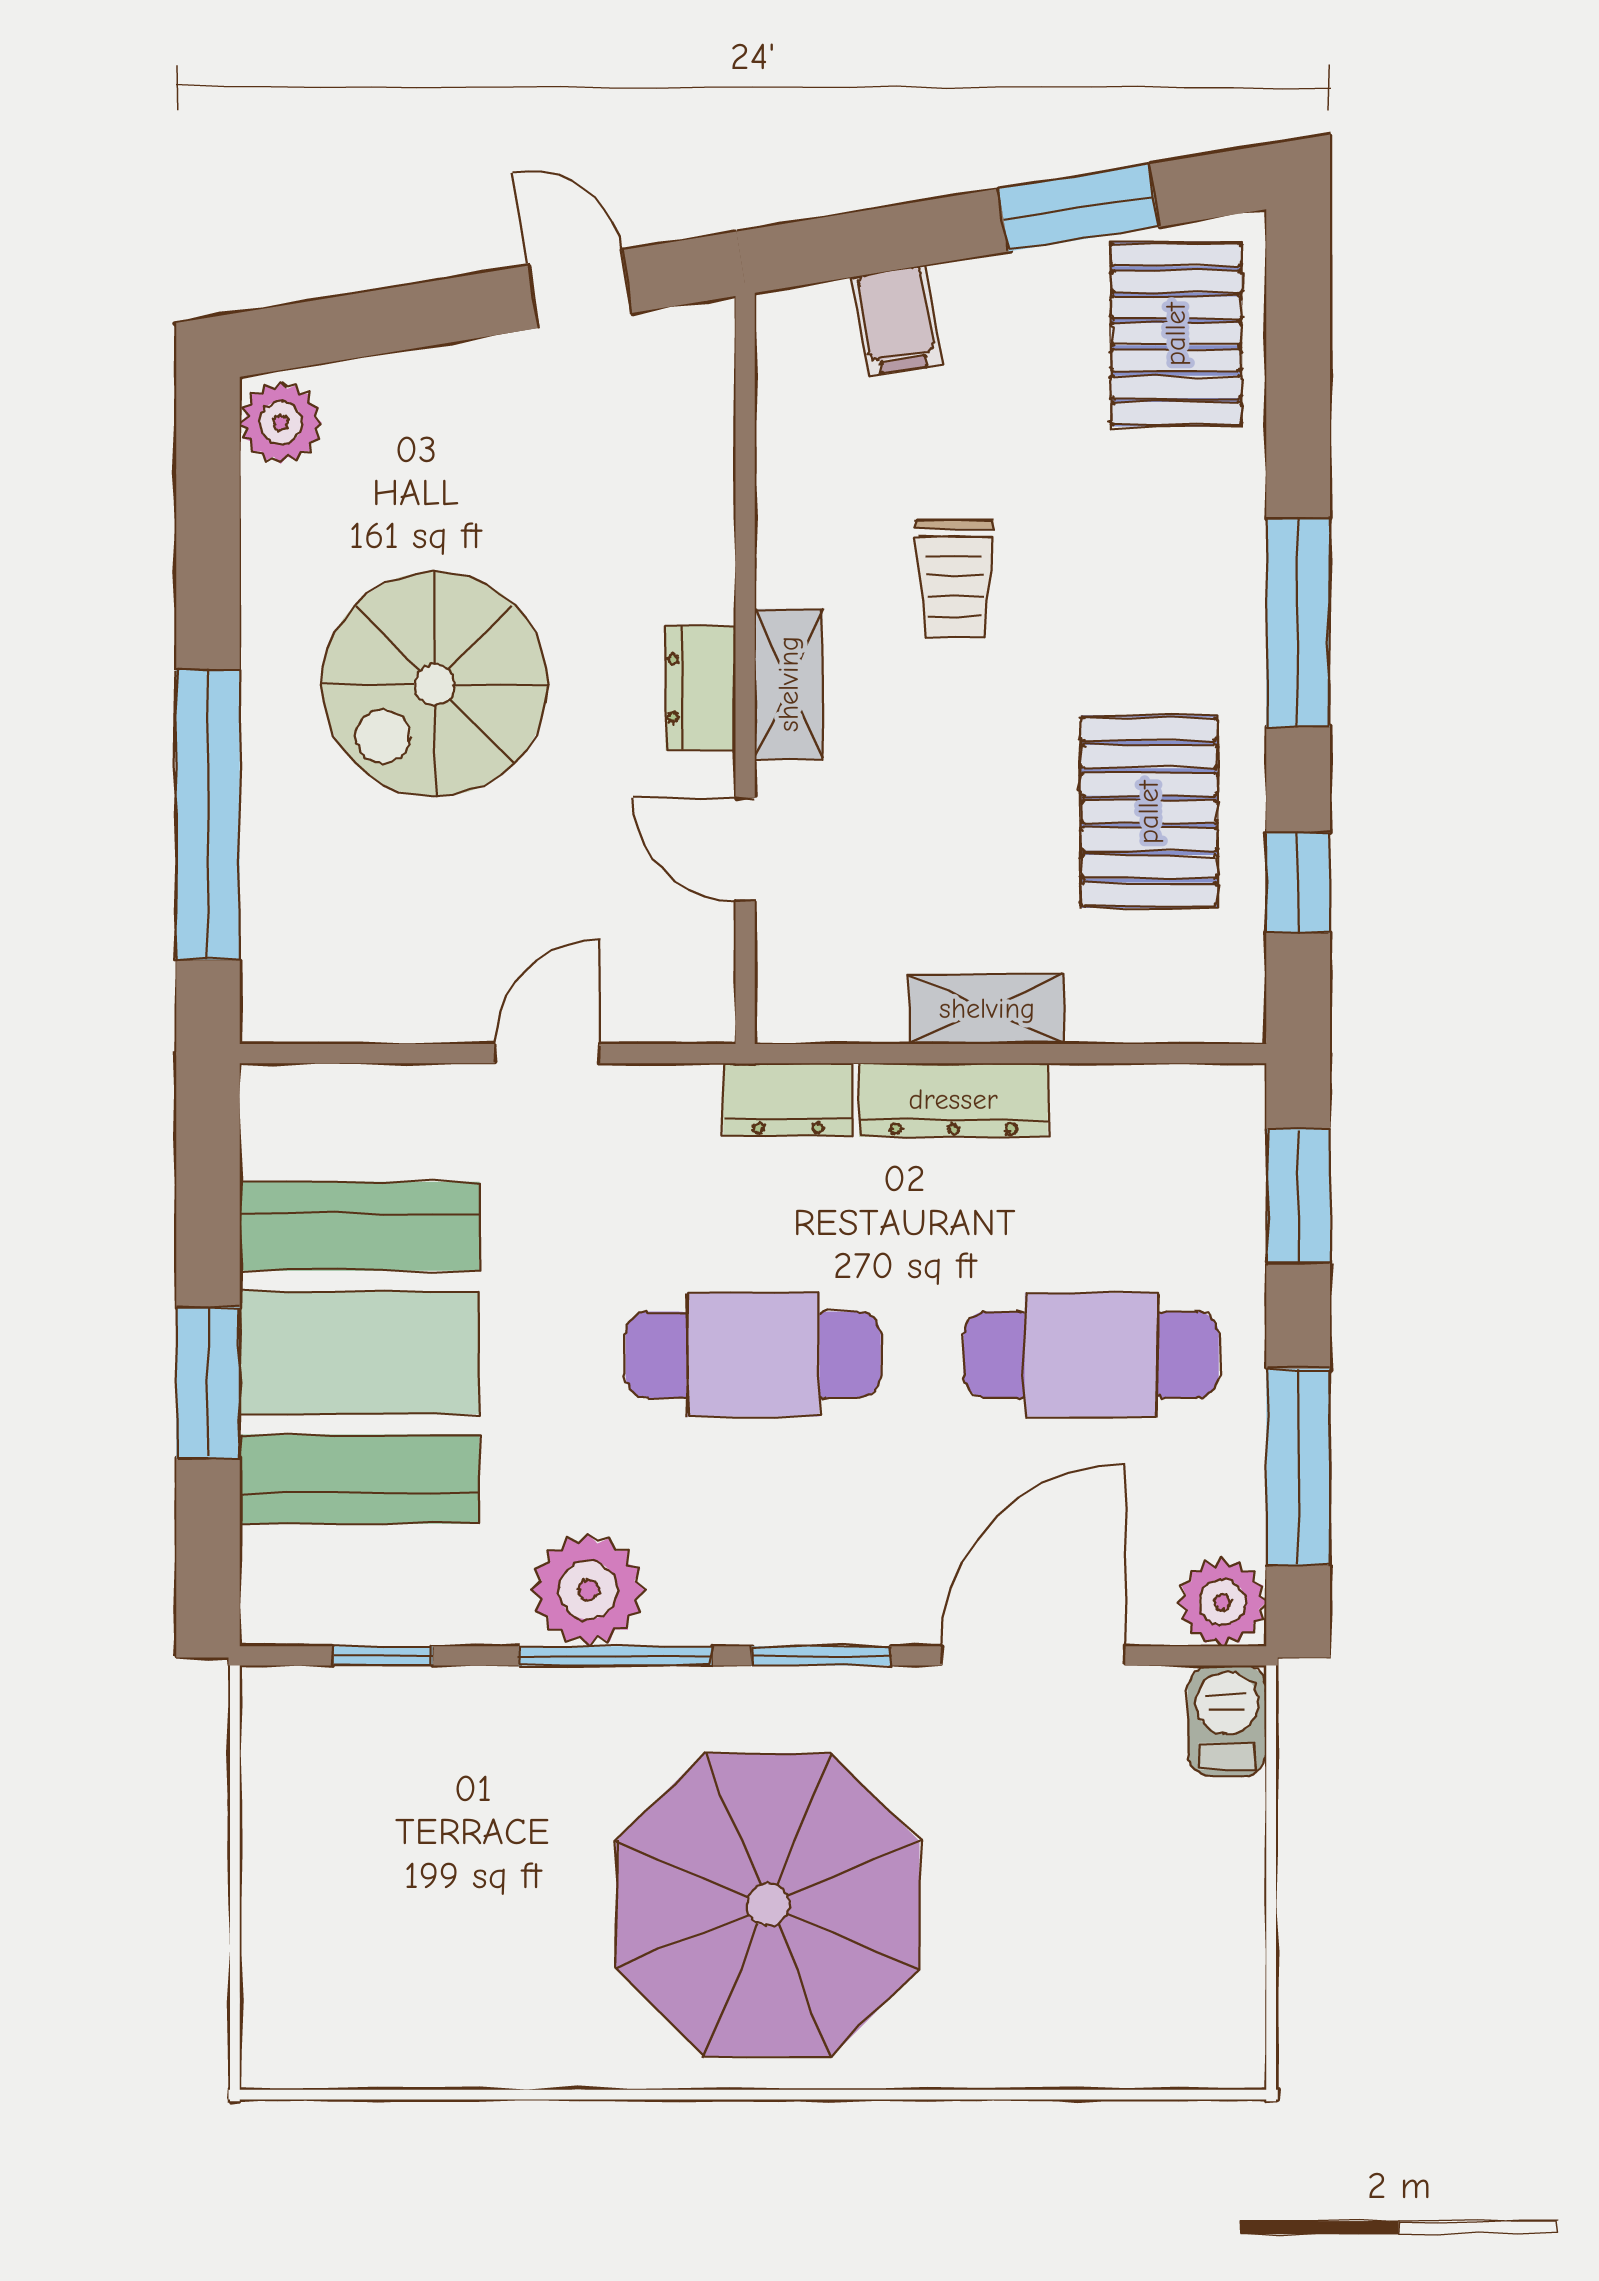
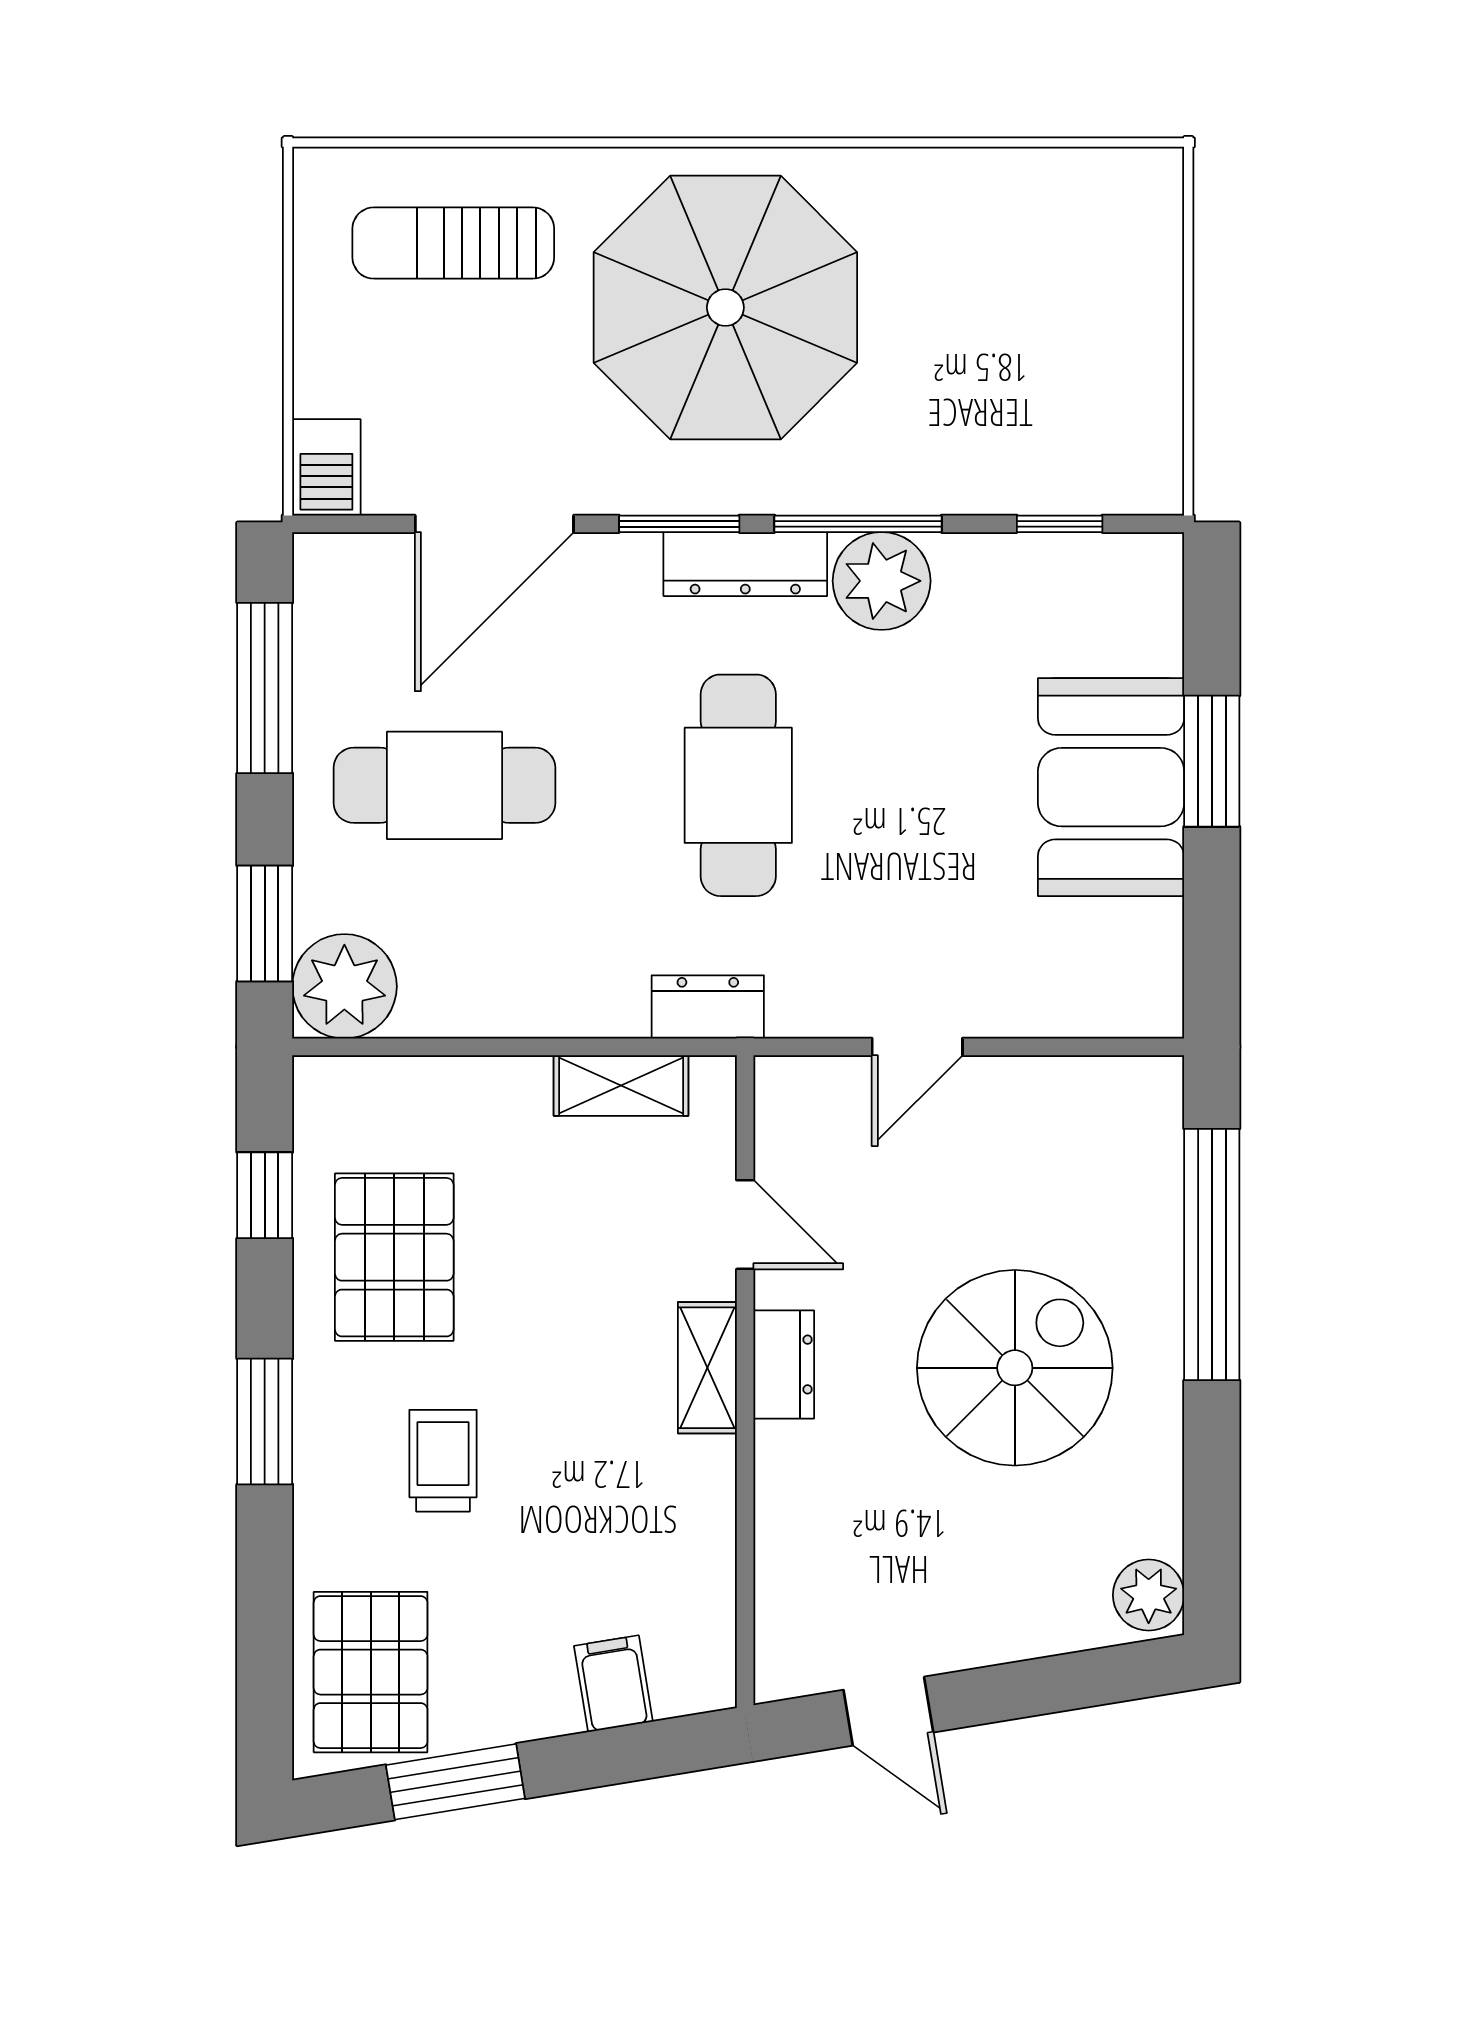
trolley: (955, 578) -> (443, 1461), moved
window: (1298, 622) -> (265, 1422), width x0.69
shelving: (987, 1009) -> (621, 1085), moved
dresser: (953, 1100) -> (745, 564), moved, turned 180
booth: (360, 1353) -> (1111, 787), width x0.73, depth x0.70
cafe table: (753, 1355) -> (738, 785), turned 90
plant: (1222, 1602) -> (344, 986), moved, width x1.36, depth x1.36
sun lounger: (1081, 1979) -> (453, 243), added

